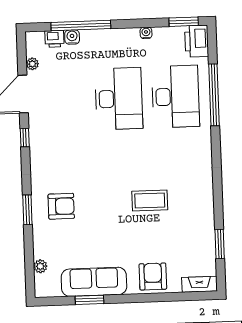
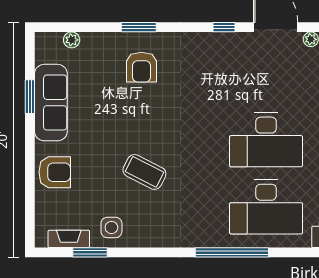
window: (214, 95) -> (232, 252), moved
coffee table: (150, 200) -> (144, 172), turned -63
side table: (198, 227) -> (111, 227), added
fireplace: (200, 284) -> (69, 239), moved, turned -90

